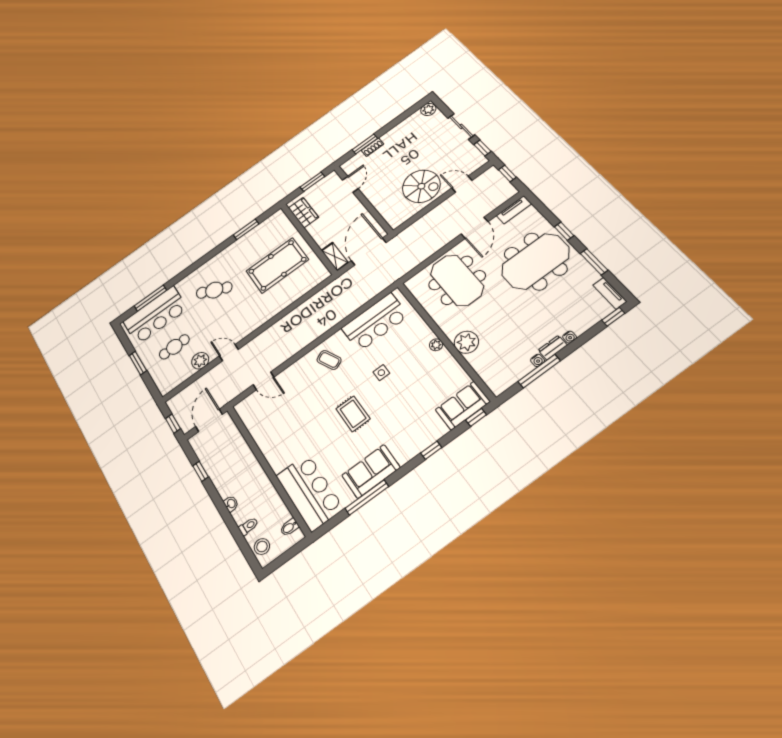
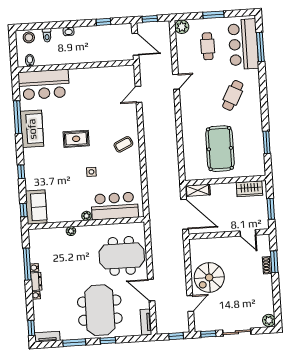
bar counter: (375, 322) -> (115, 206), moved, turned 90
plant: (466, 342) -> (71, 231), width x0.53, depth x0.53
plant: (200, 361) -> (182, 27), moved

